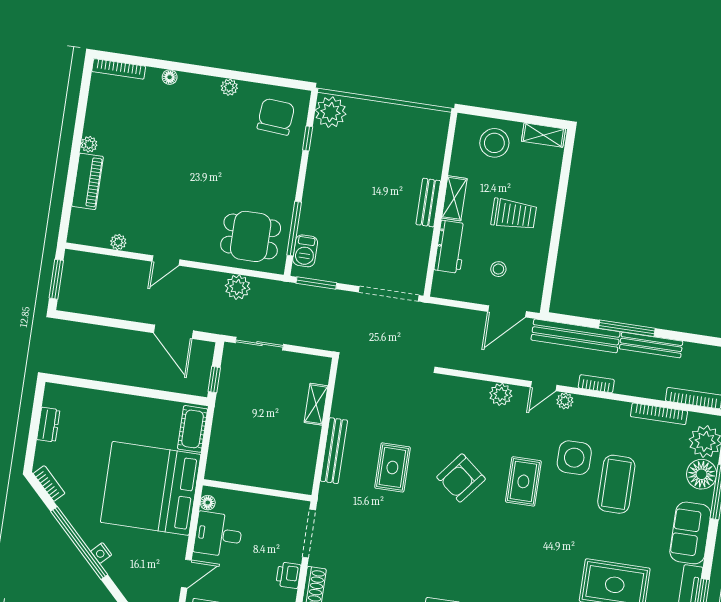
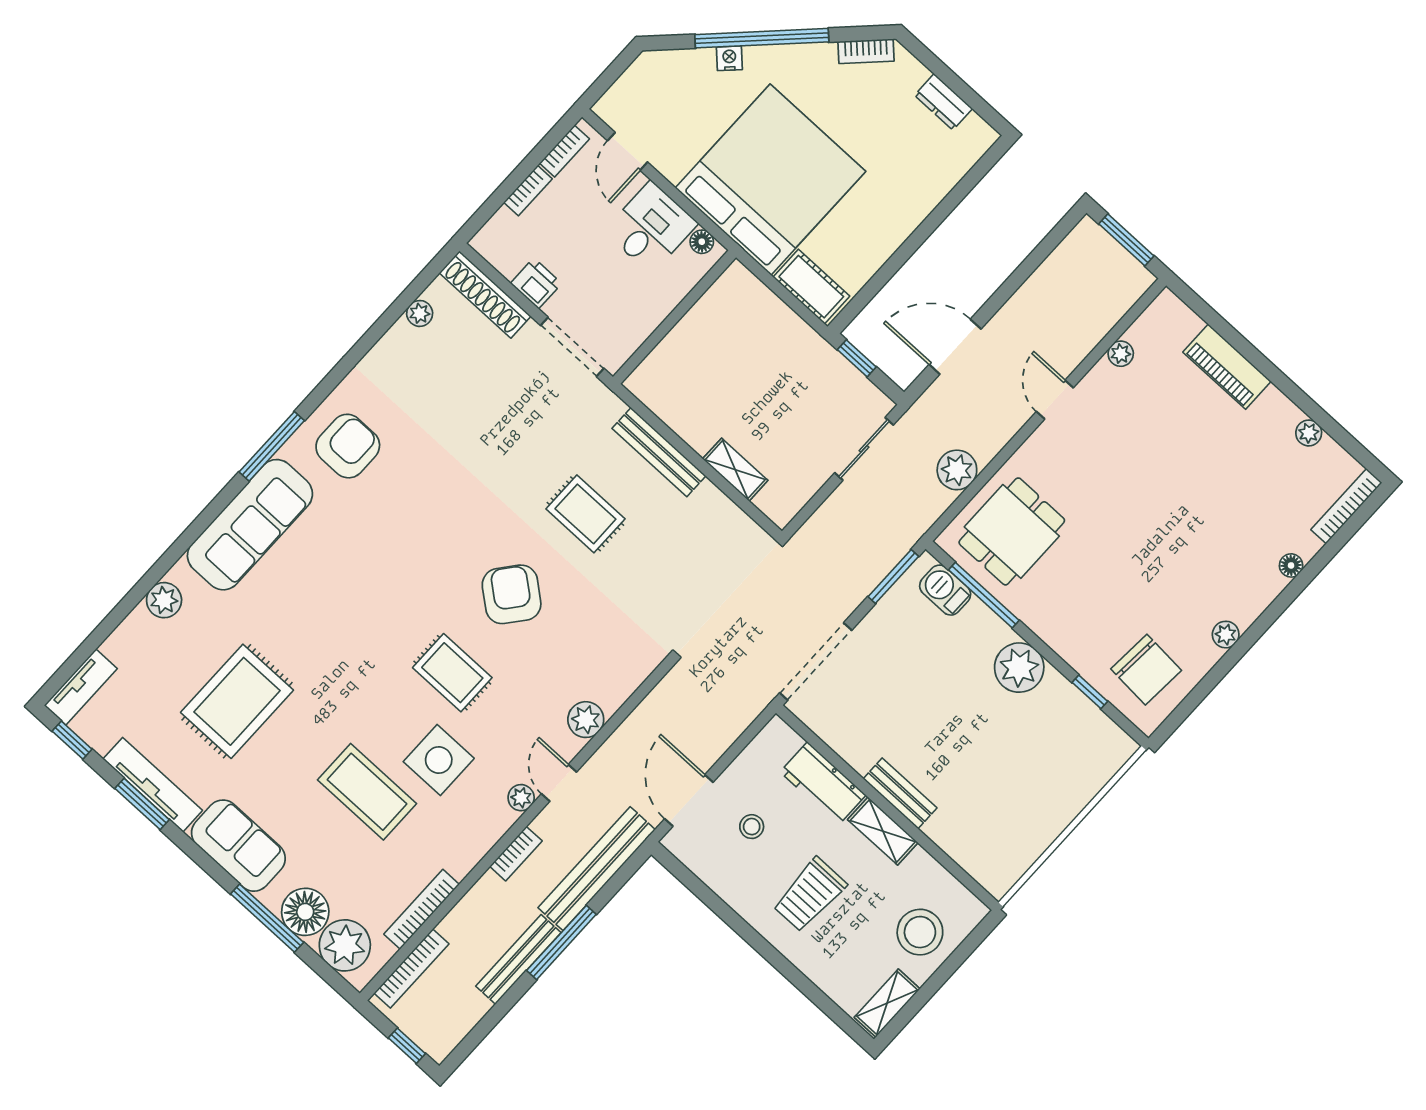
plant: (331, 112) -> (1019, 668), moved
plant: (89, 144) -> (1309, 433), moved

